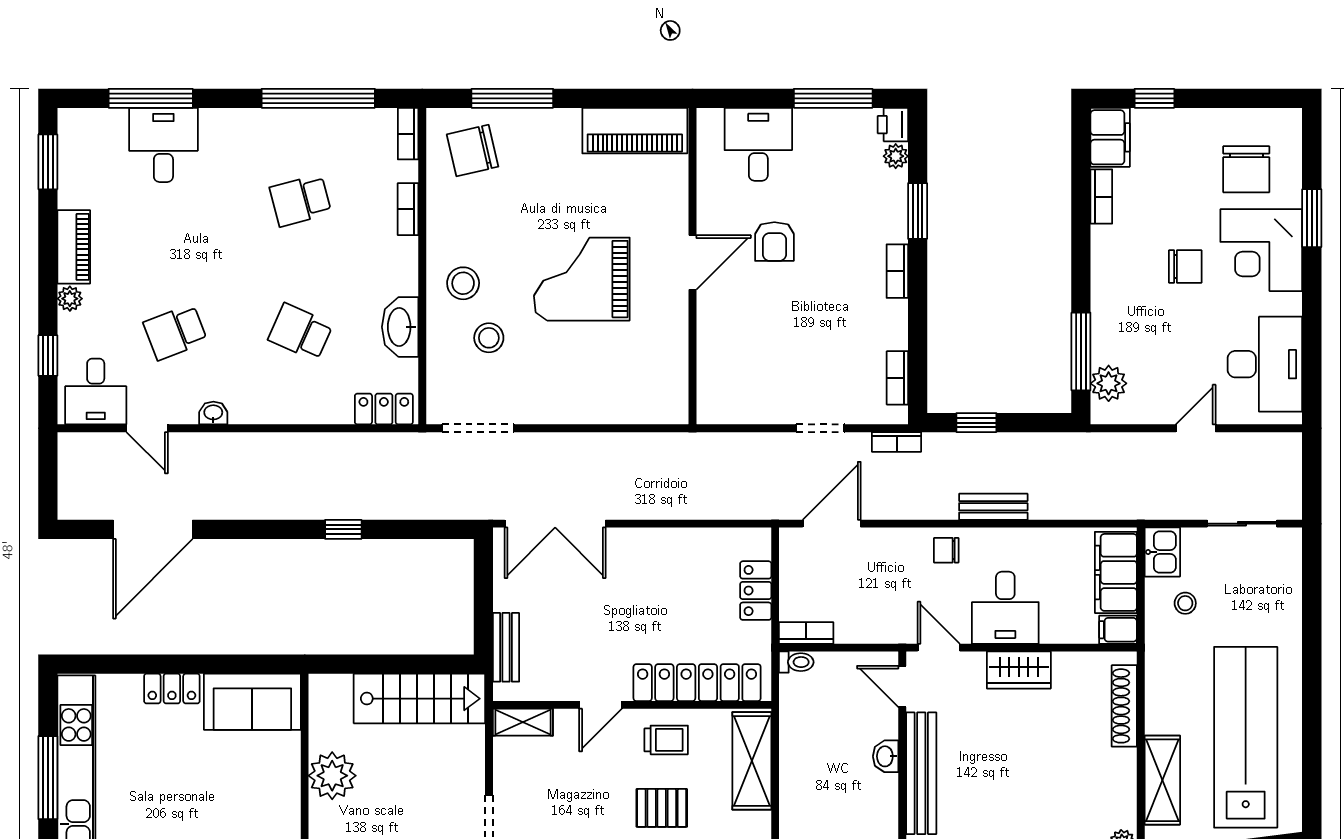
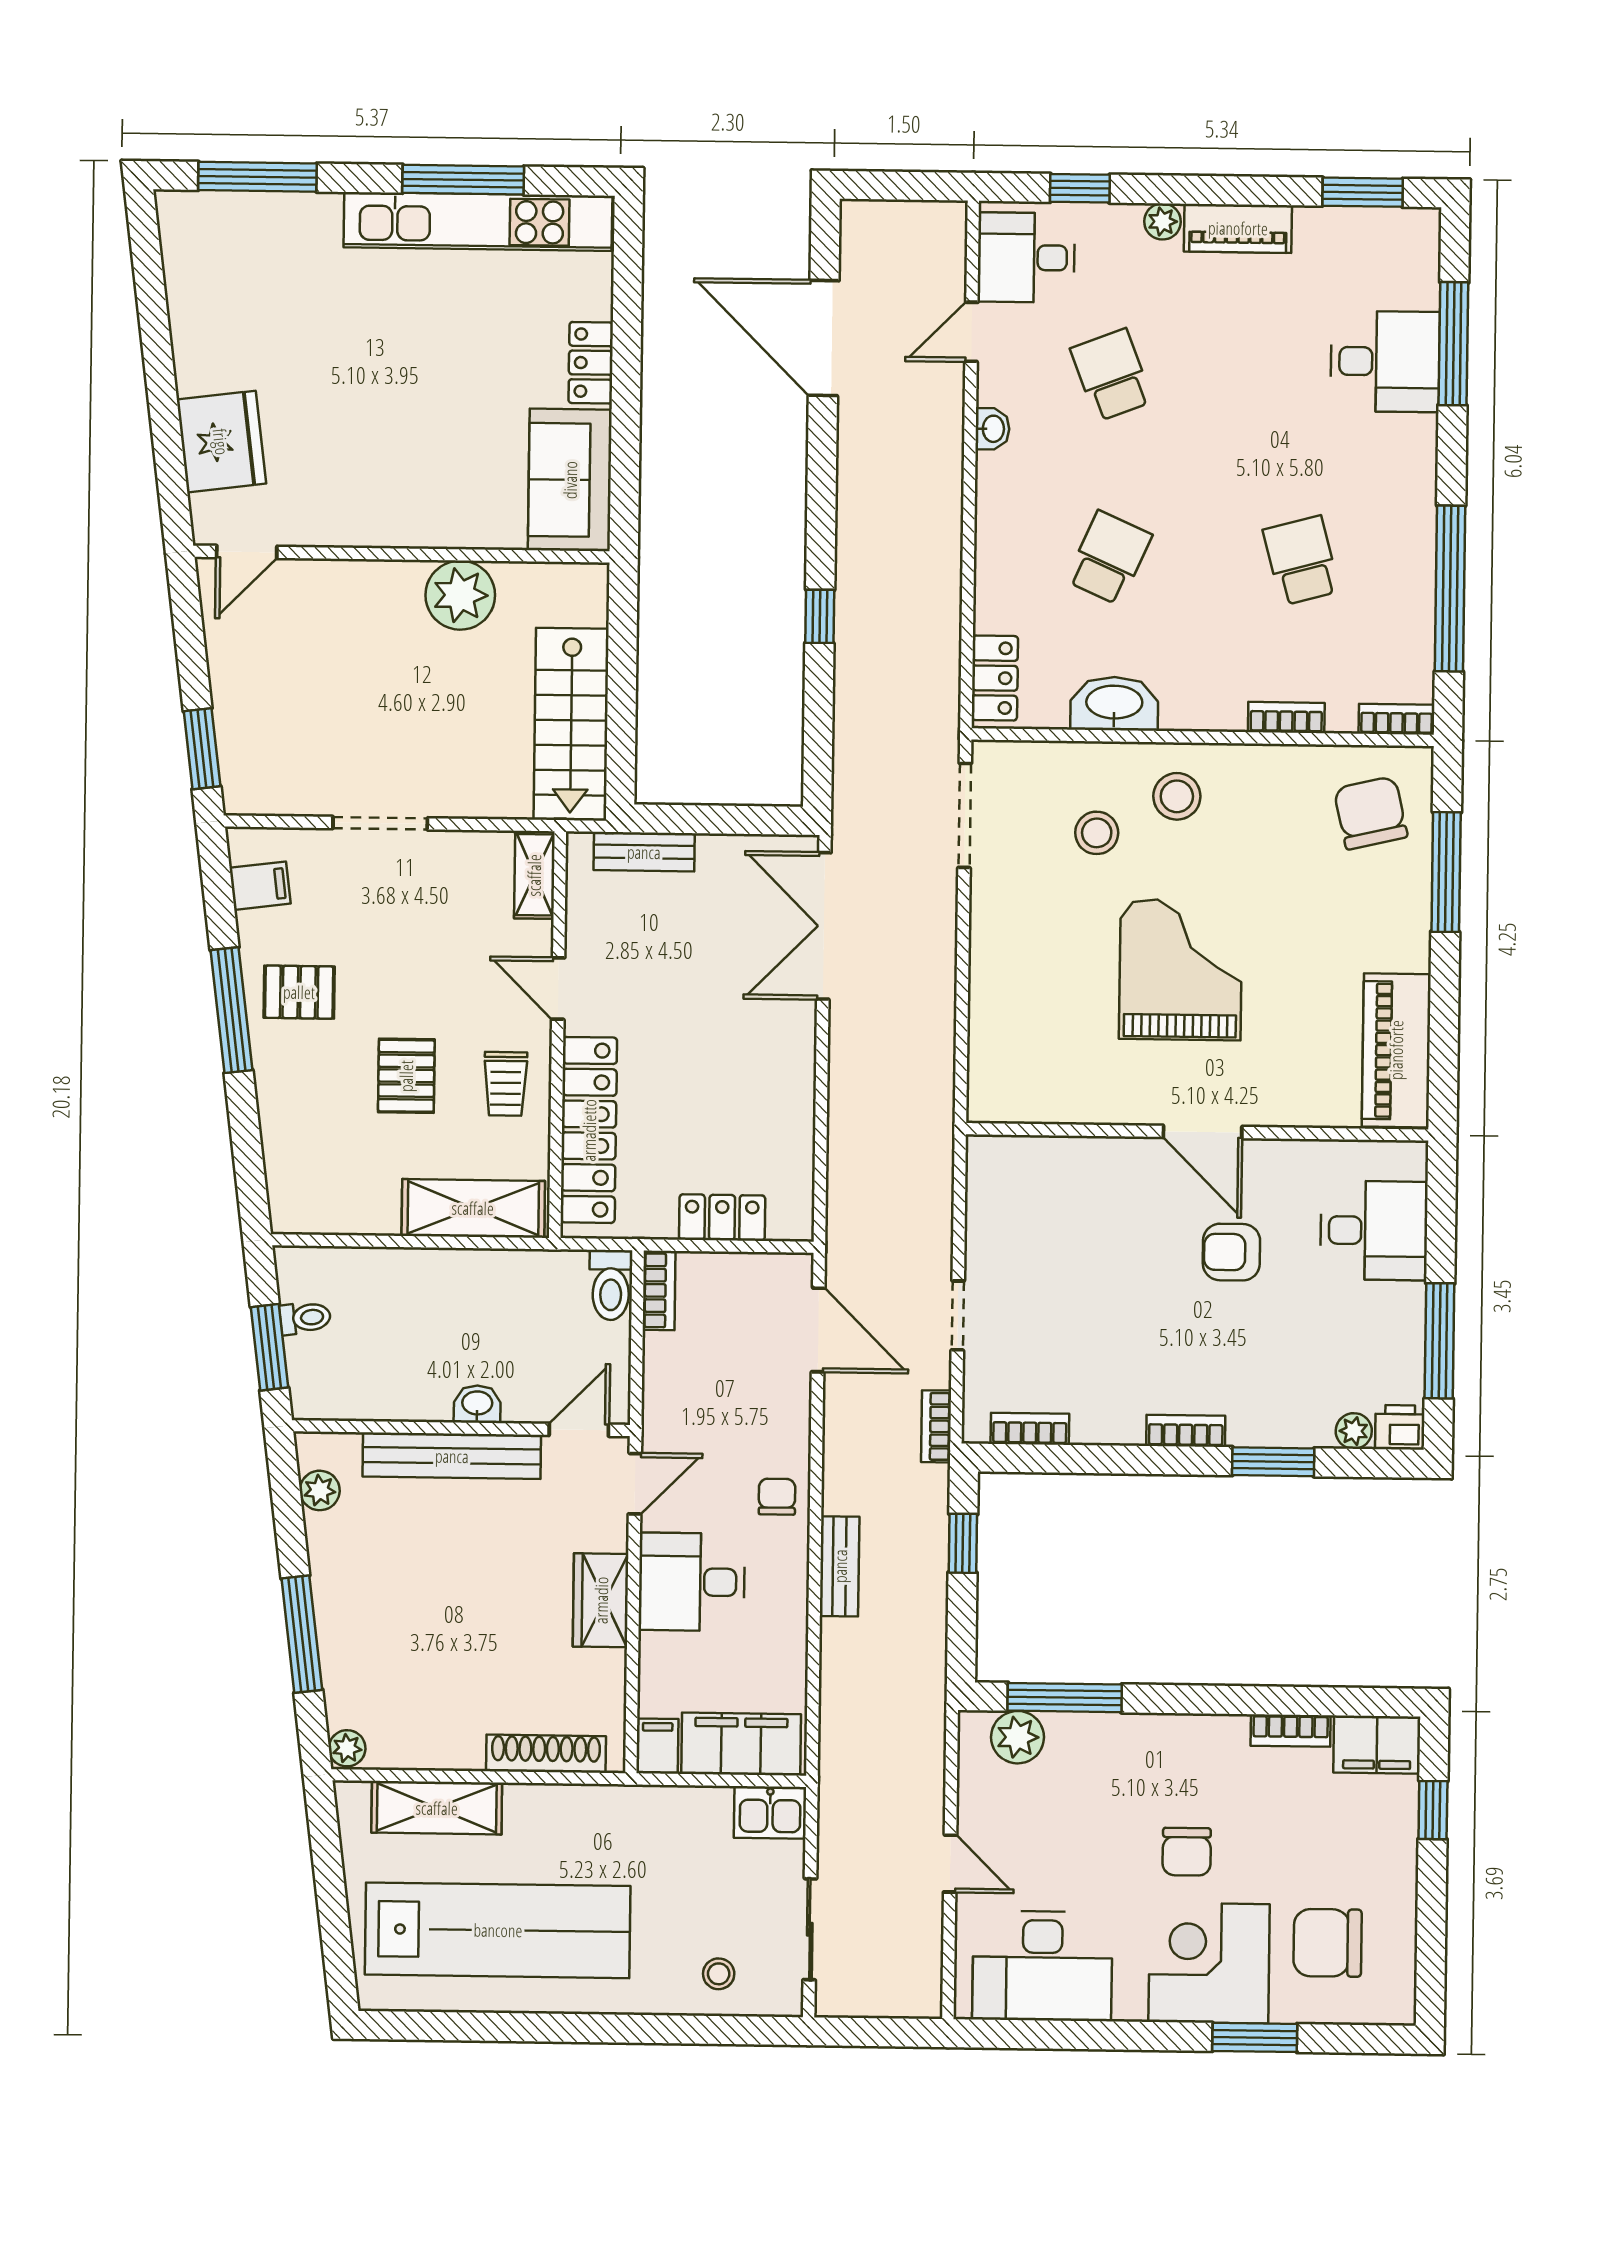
stool: (1185, 603) -> (719, 1974), moved
toilet: (796, 662) -> (611, 1285), width x1.37, depth x1.39

